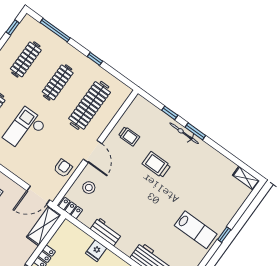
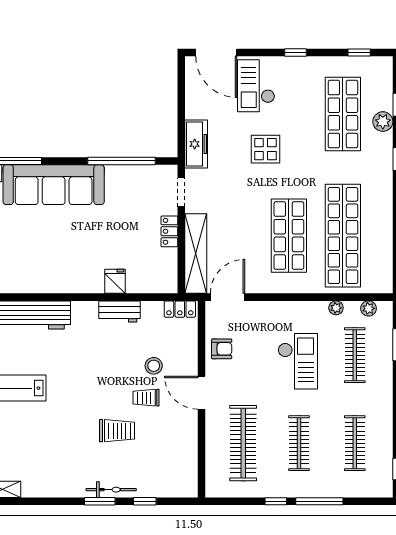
window: (55, 30) -> (319, 501), moved
trolley: (129, 136) -> (146, 398), moved
armchair: (63, 168) -> (222, 349), turned -90
stool: (89, 188) -> (154, 366), moved
shelving: (44, 226) -> (196, 254), width x1.47

